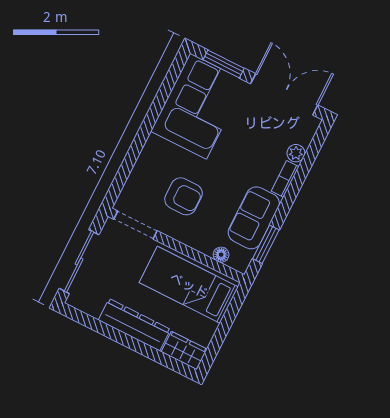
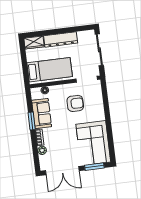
armchair: (184, 196) -> (75, 103), turned 180
window: (266, 244) -> (32, 121), moved

